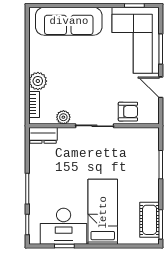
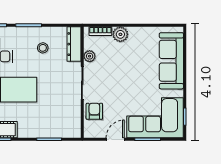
armchair: (128, 112) -> (94, 111), turned 180
dresser: (43, 135) -> (74, 44), width x1.44
stool: (54, 172) -> (43, 48), added

